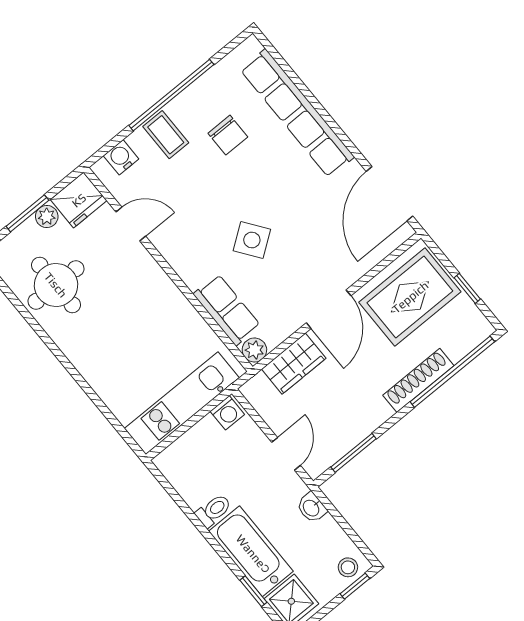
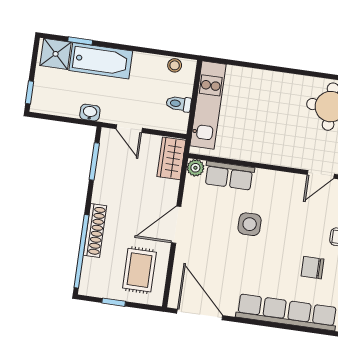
side table: (252, 240) -> (250, 224), turned 36
rug: (410, 297) -> (139, 270), width x0.73, depth x0.70
door: (329, 309) -> (176, 225), hinge flipped
wardrobe: (294, 364) -> (171, 158), moved
washing machine: (227, 413) -> (180, 122), removed
toilet: (214, 510) -> (179, 104), moved, turned 90
stool: (348, 567) -> (175, 65), moved

